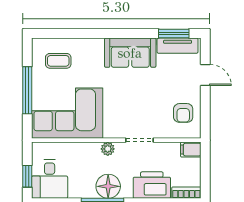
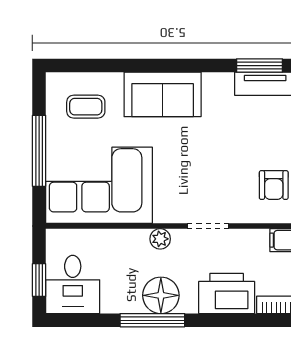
sofa: (130, 53) -> (163, 94), moved

